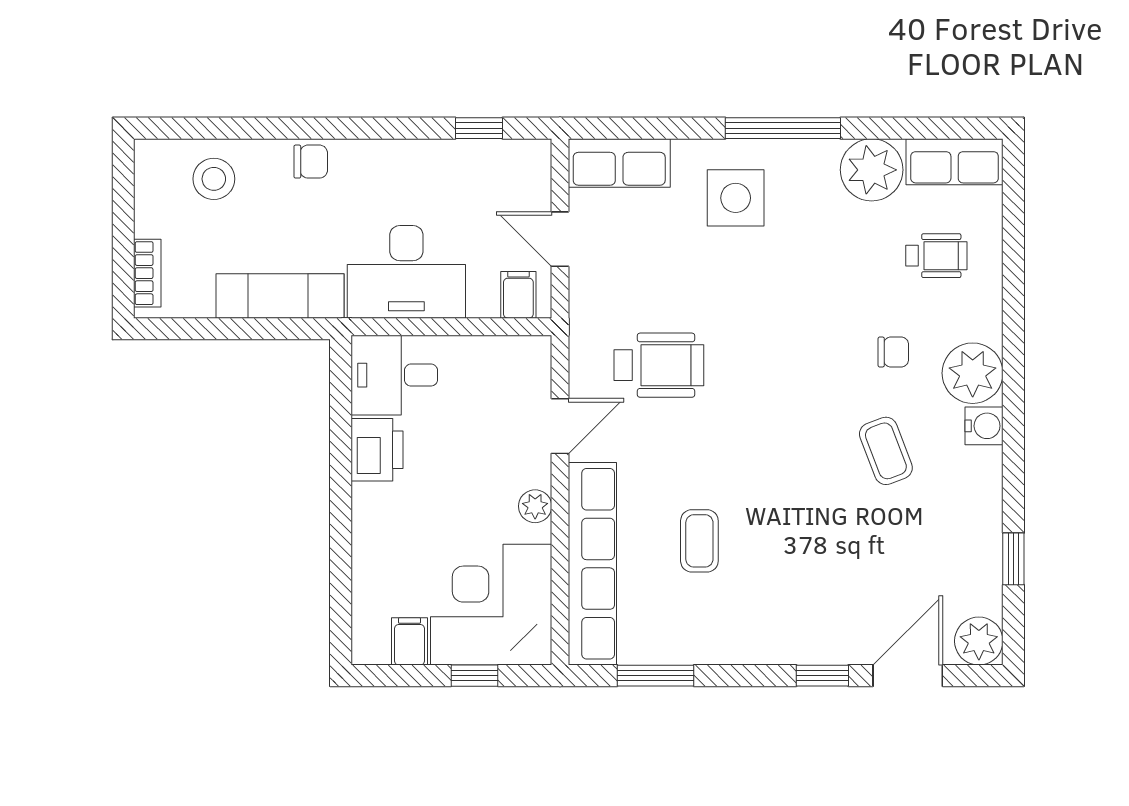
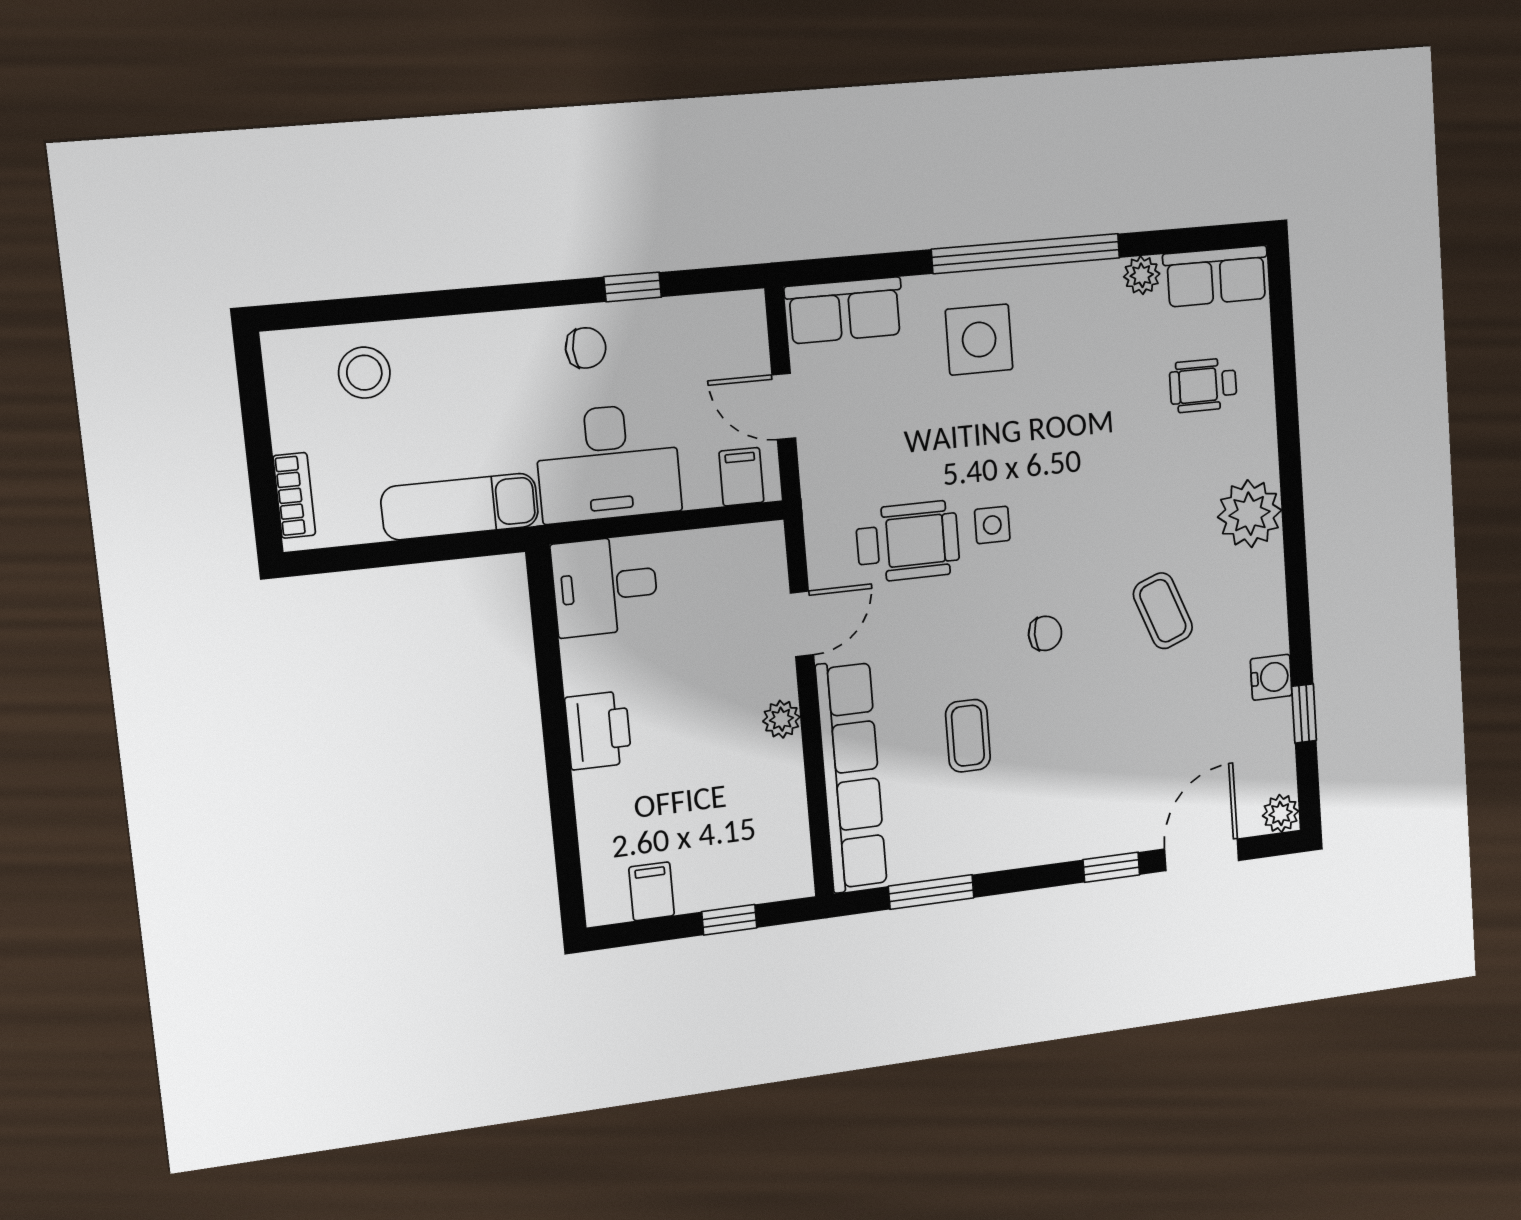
window: (479, 128) -> (633, 287), moved
window: (783, 128) -> (1026, 254), width x1.46
chair: (311, 162) -> (586, 348), moved
plant: (872, 170) -> (1142, 275), width x0.53, depth x0.53
wheelchair: (936, 256) -> (1203, 385), turned 180
chair: (893, 352) -> (1045, 633), moved
side table: (735, 359) -> (992, 525), added
water cooler: (984, 426) -> (1271, 677), moved
printer: (377, 450) -> (598, 730), moved
corner desk: (491, 605) -> (741, 837), removed
plant: (979, 641) -> (1281, 813), width x0.73, depth x0.73

